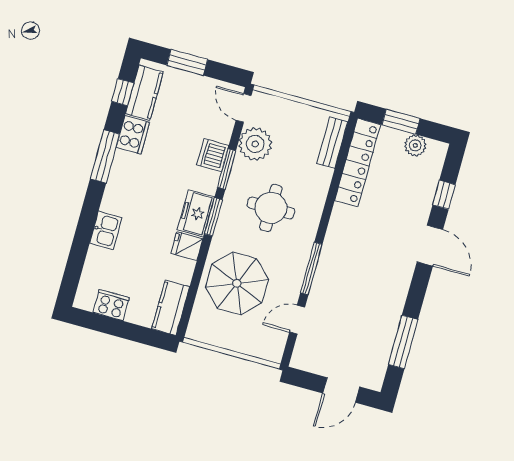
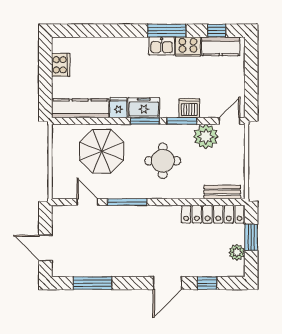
window: (187, 62) -> (251, 71), removed
kitchen sink: (106, 230) -> (162, 46), moved
kitchen counter: (171, 308) -> (80, 108), width x1.50

